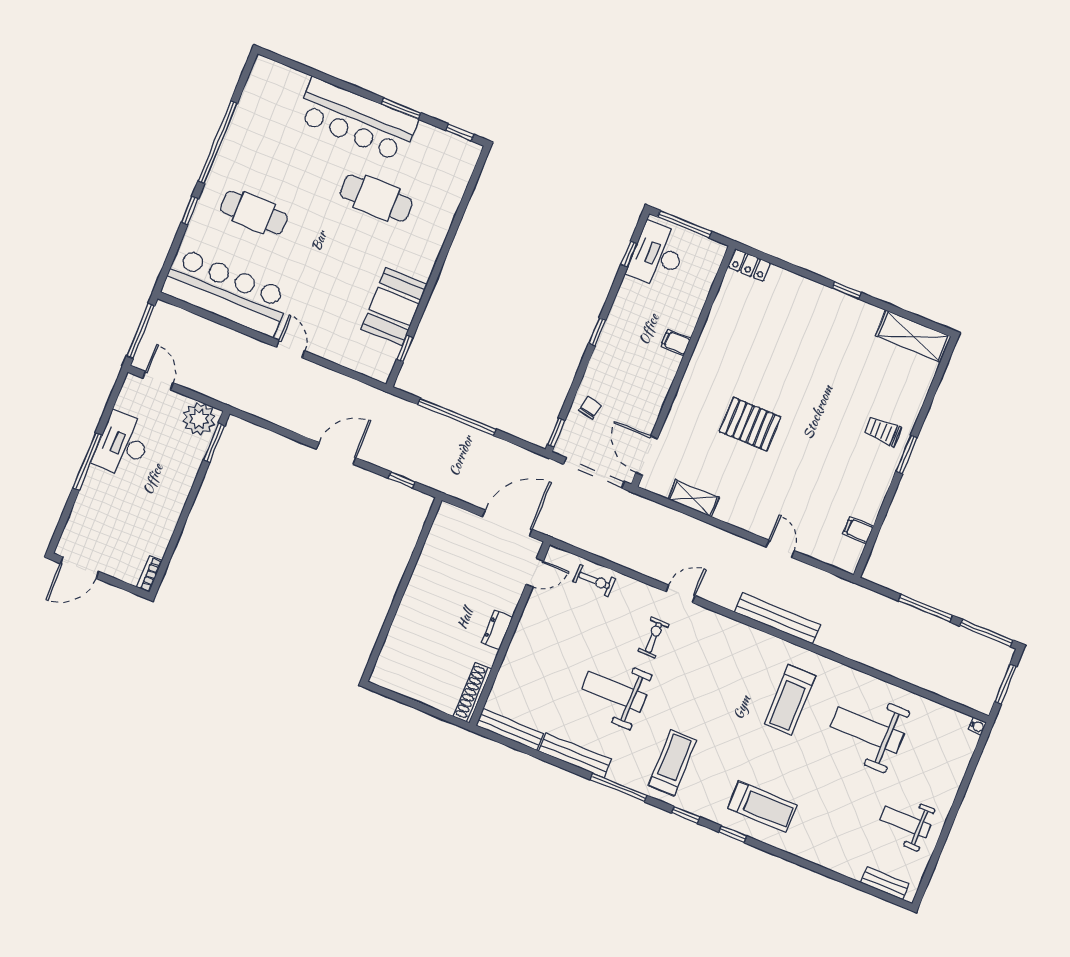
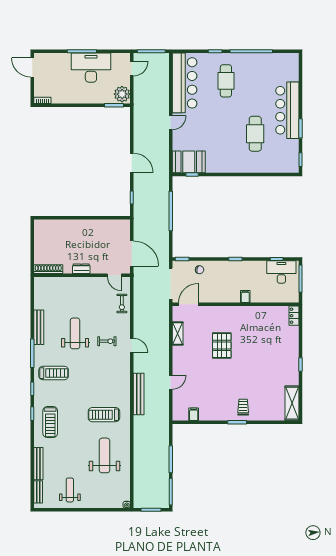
booth: (394, 307) -> (189, 162), moved
desk: (123, 445) -> (91, 68), width x1.36, depth x1.30
bench: (510, 730) -> (38, 464), moved

